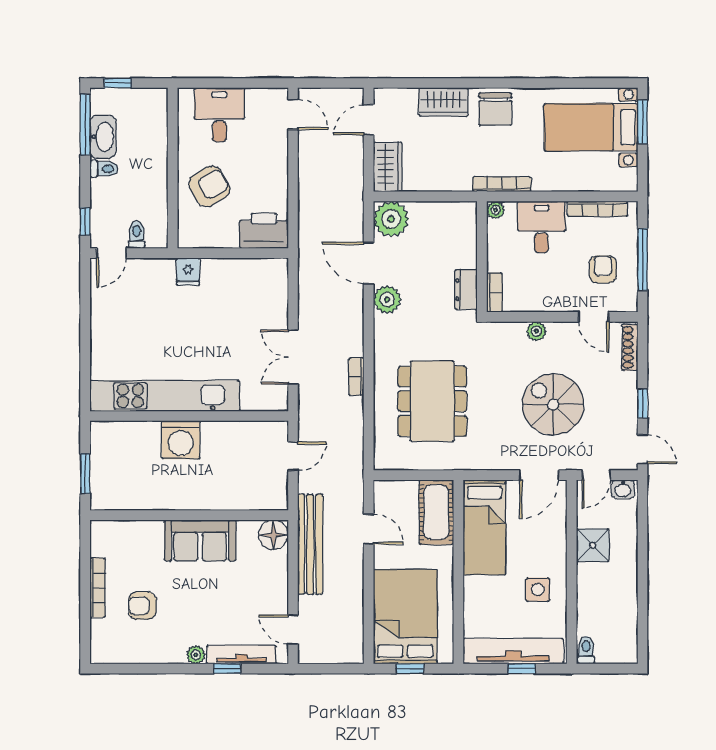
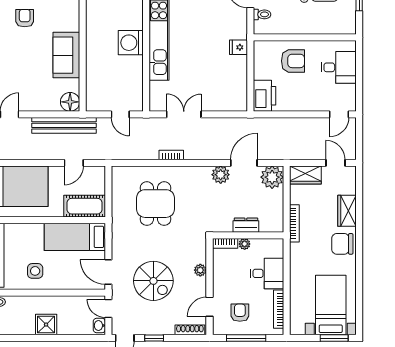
bookcase: (502, 184) -> (294, 223), moved
armchair: (209, 186) -> (293, 61), turned -60
plant: (495, 210) -> (245, 244), moved
armchair: (603, 269) -> (240, 313), turned -90
dresser: (466, 290) -> (246, 225), moved
dining table: (432, 401) -> (155, 204), width x0.73
spiral stairs: (553, 404) -> (153, 281), turned 90
shower: (593, 545) -> (46, 325), moved

